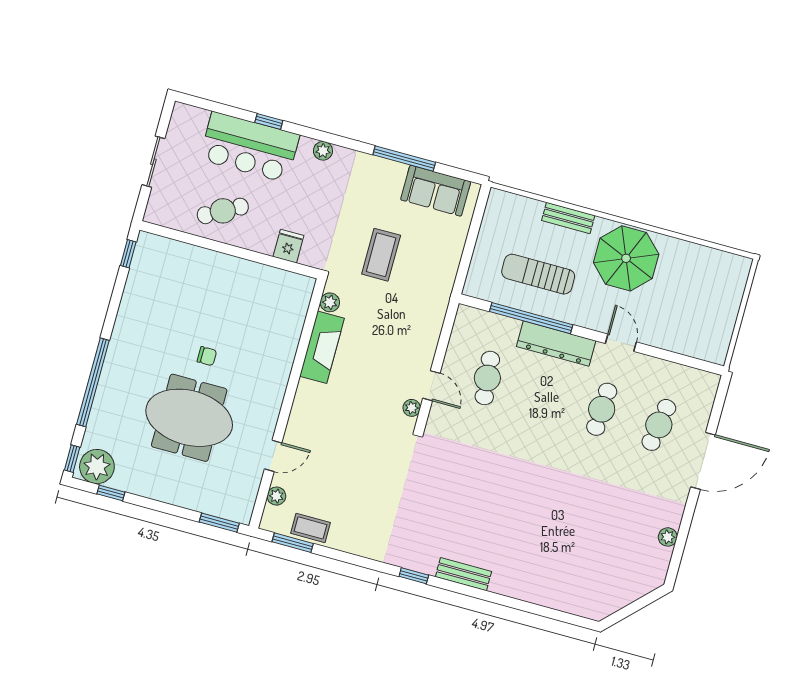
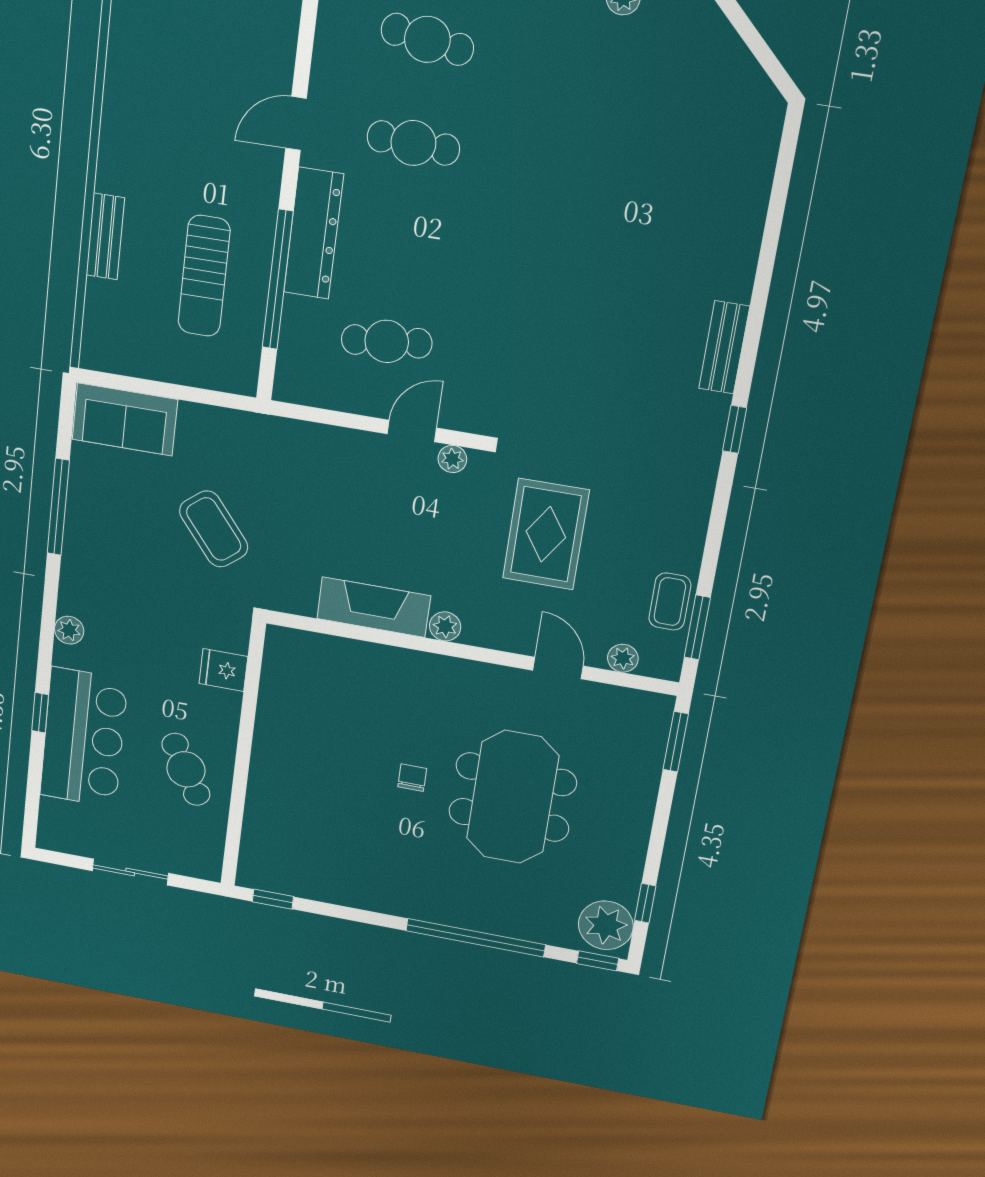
sofa: (436, 191) -> (125, 419), moved, turned 90
coffee table: (381, 255) -> (214, 529), turned 51
parasol: (626, 258) -> (154, 132), removed
plant: (330, 302) -> (445, 626), moved
rug: (360, 458) -> (546, 534), added

